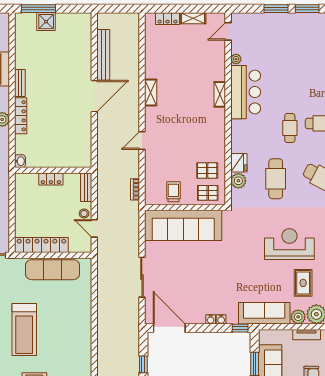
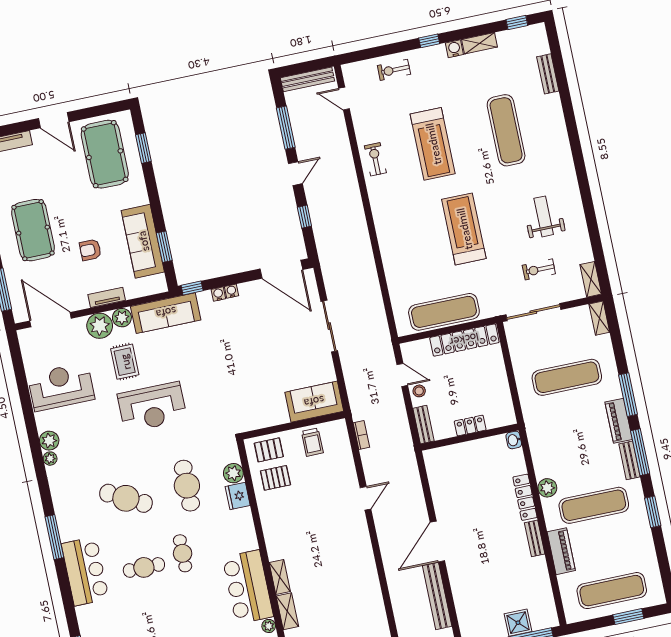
shelving: (151, 93) -> (287, 611), moved
sofa: (183, 225) -> (314, 402), width x0.54, depth x0.79

